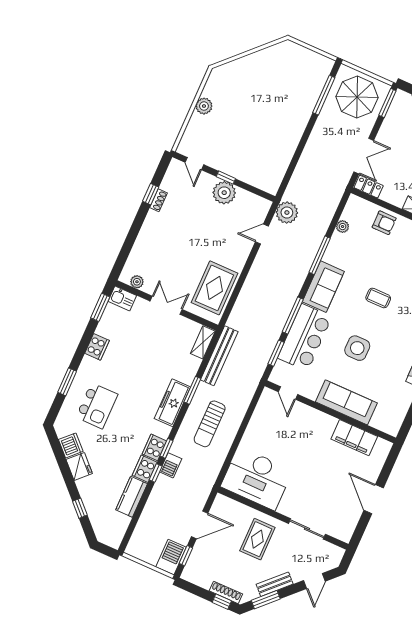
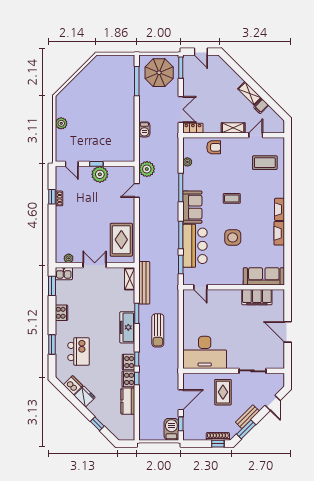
sofa: (346, 402) -> (264, 276), moved
barbecue: (171, 465) -> (144, 129), moved

